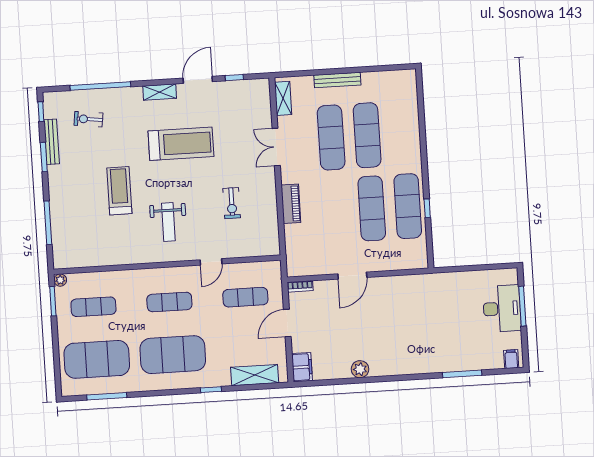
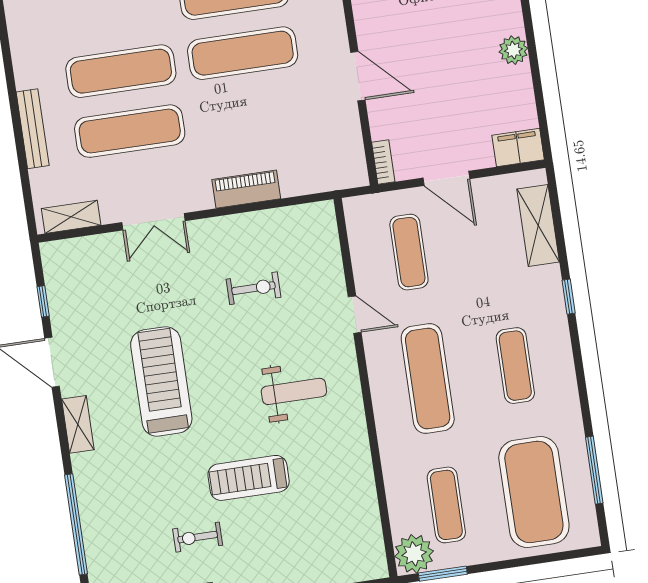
exercise bike: (88, 119) -> (198, 537), moved, turned 83
plant: (60, 280) -> (414, 554), width x1.88, depth x1.88
exercise mat: (169, 302) -> (428, 378), width x1.36, depth x1.45
exercise mat: (173, 355) -> (515, 366), width x0.50, depth x0.69

